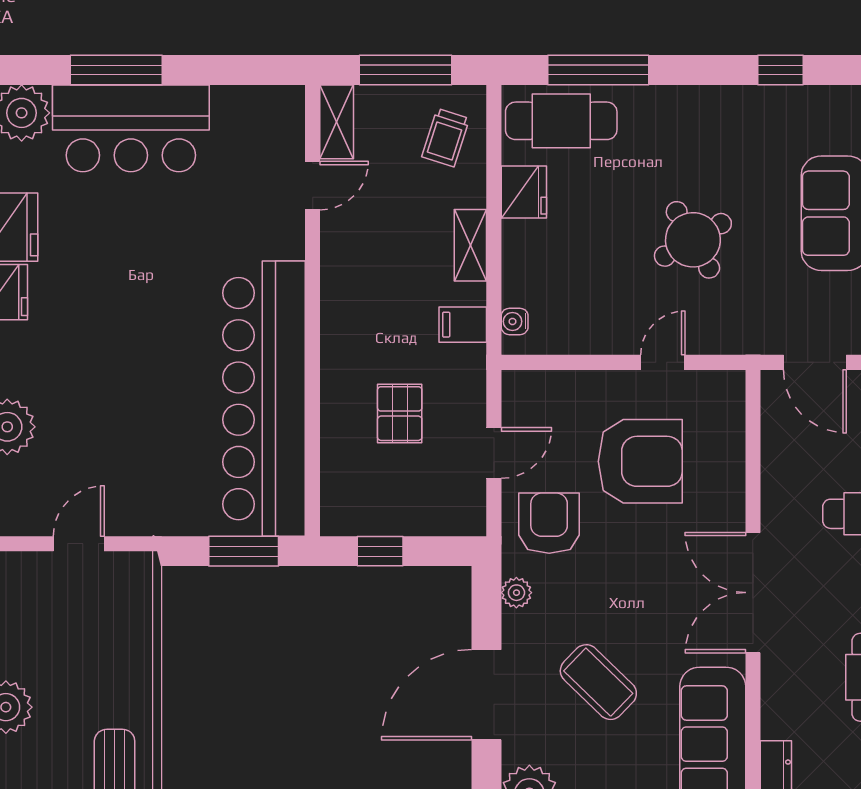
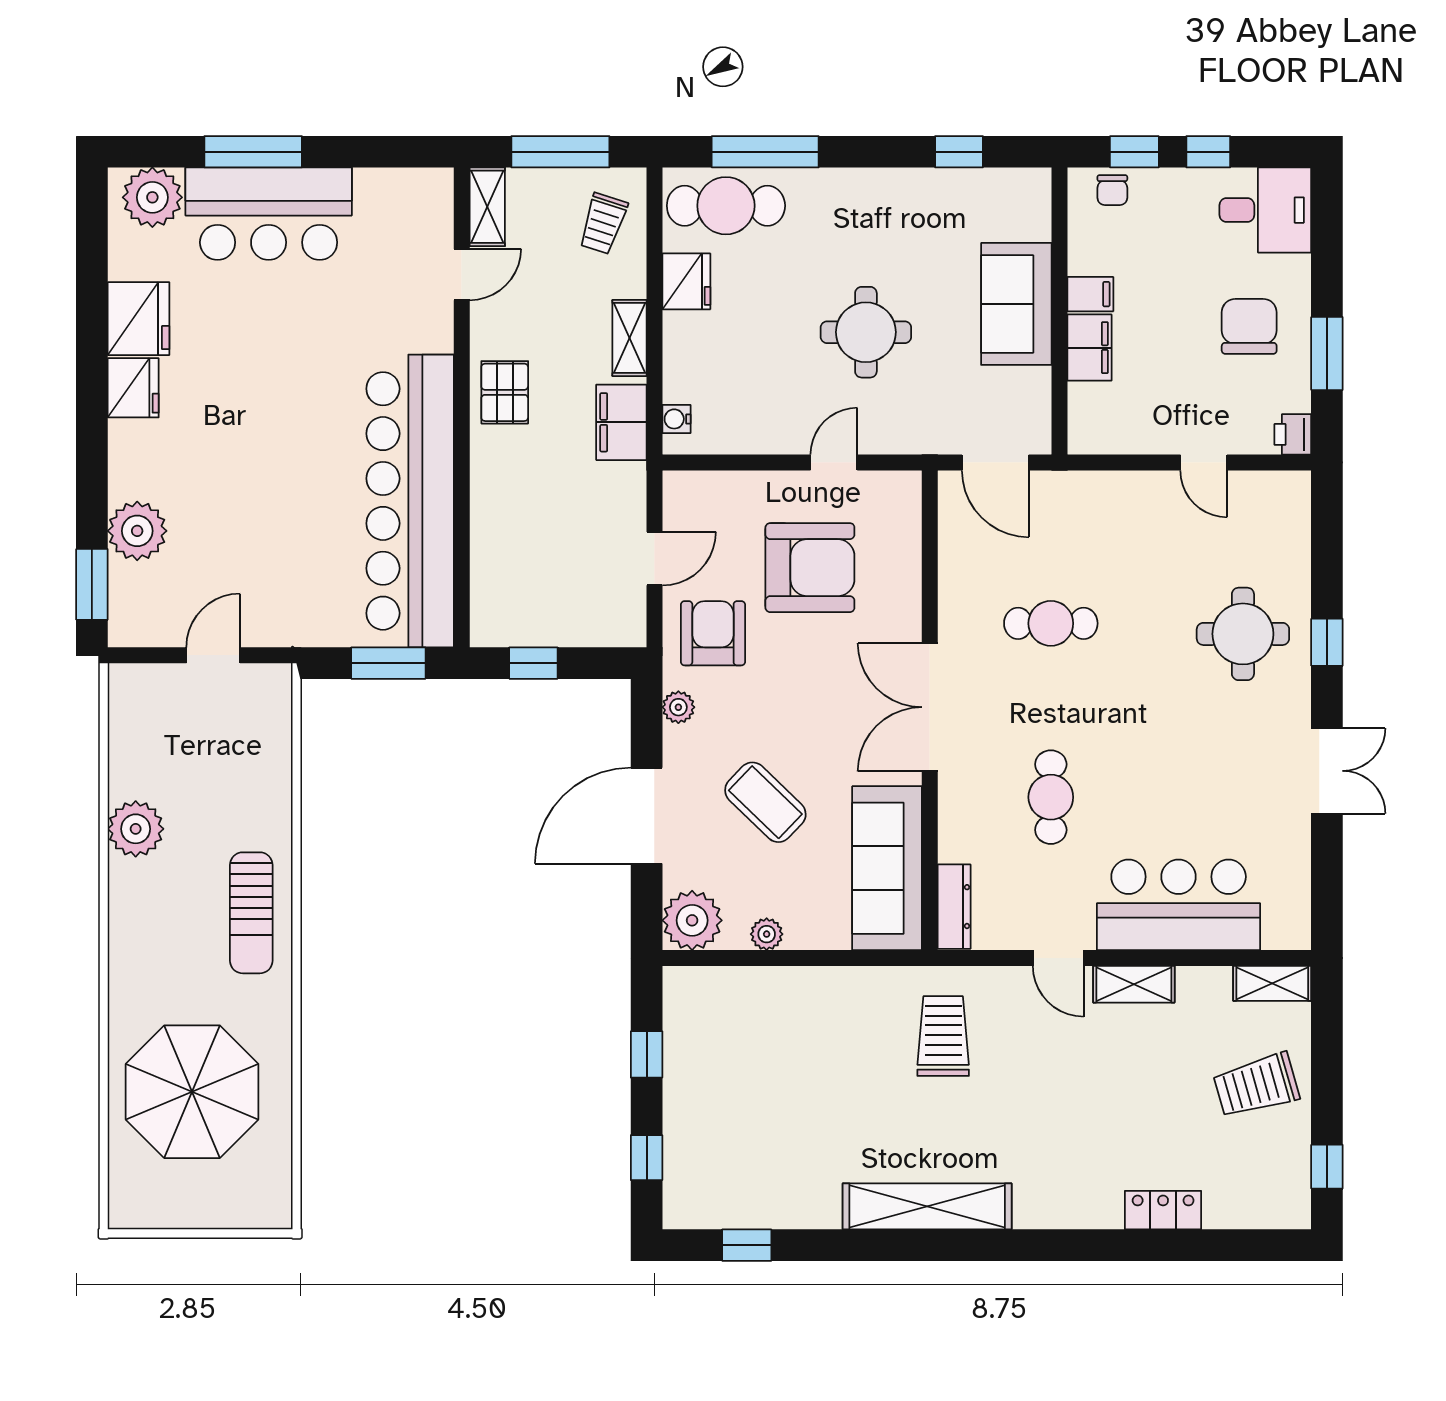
round table: (693, 240) -> (866, 332), turned 30
filing cabinet: (463, 325) -> (621, 422), width x2.00
pallet: (400, 414) -> (505, 392), moved

